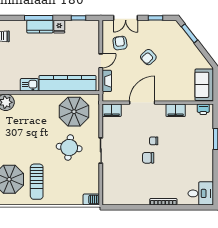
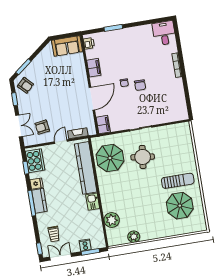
cooker: (85, 29) -> (35, 161), added
armchair: (148, 57) -> (25, 85), moved
door: (101, 61) -> (61, 142), hinge flipped
door: (142, 103) -> (92, 99), swing flipped
barbecue: (91, 200) -> (186, 130), removed

